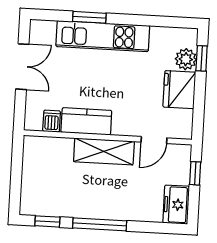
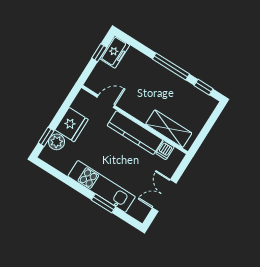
kitchen counter: (86, 121) -> (135, 133), width x1.50
shelving: (104, 151) -> (169, 129), moved
window: (195, 173) -> (99, 53), moved

